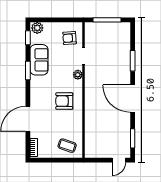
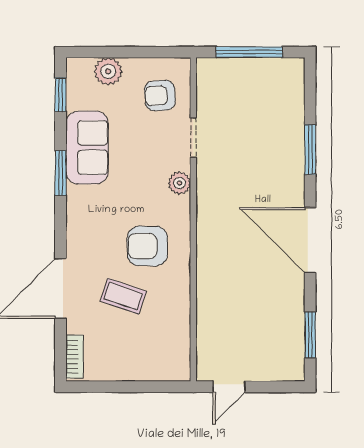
plant: (37, 28) -> (108, 71), moved
coffee table: (67, 146) -> (123, 296), moved
door: (119, 160) -> (229, 387), moved

